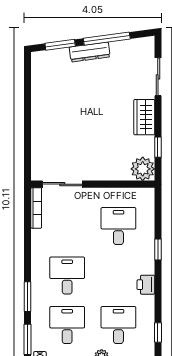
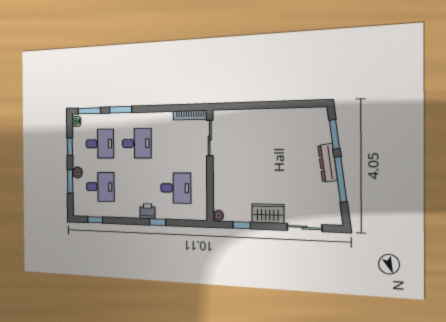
plant: (143, 169) -> (218, 216), width x0.53, depth x0.53
printer: (146, 285) -> (147, 211), moved

